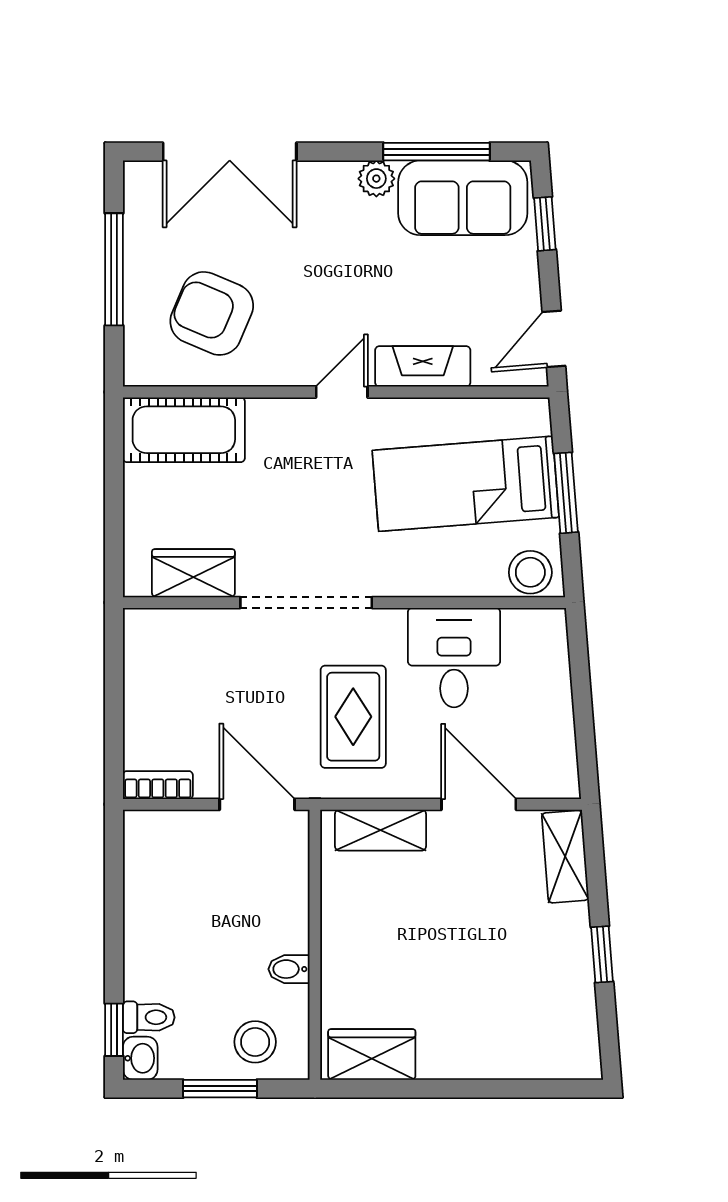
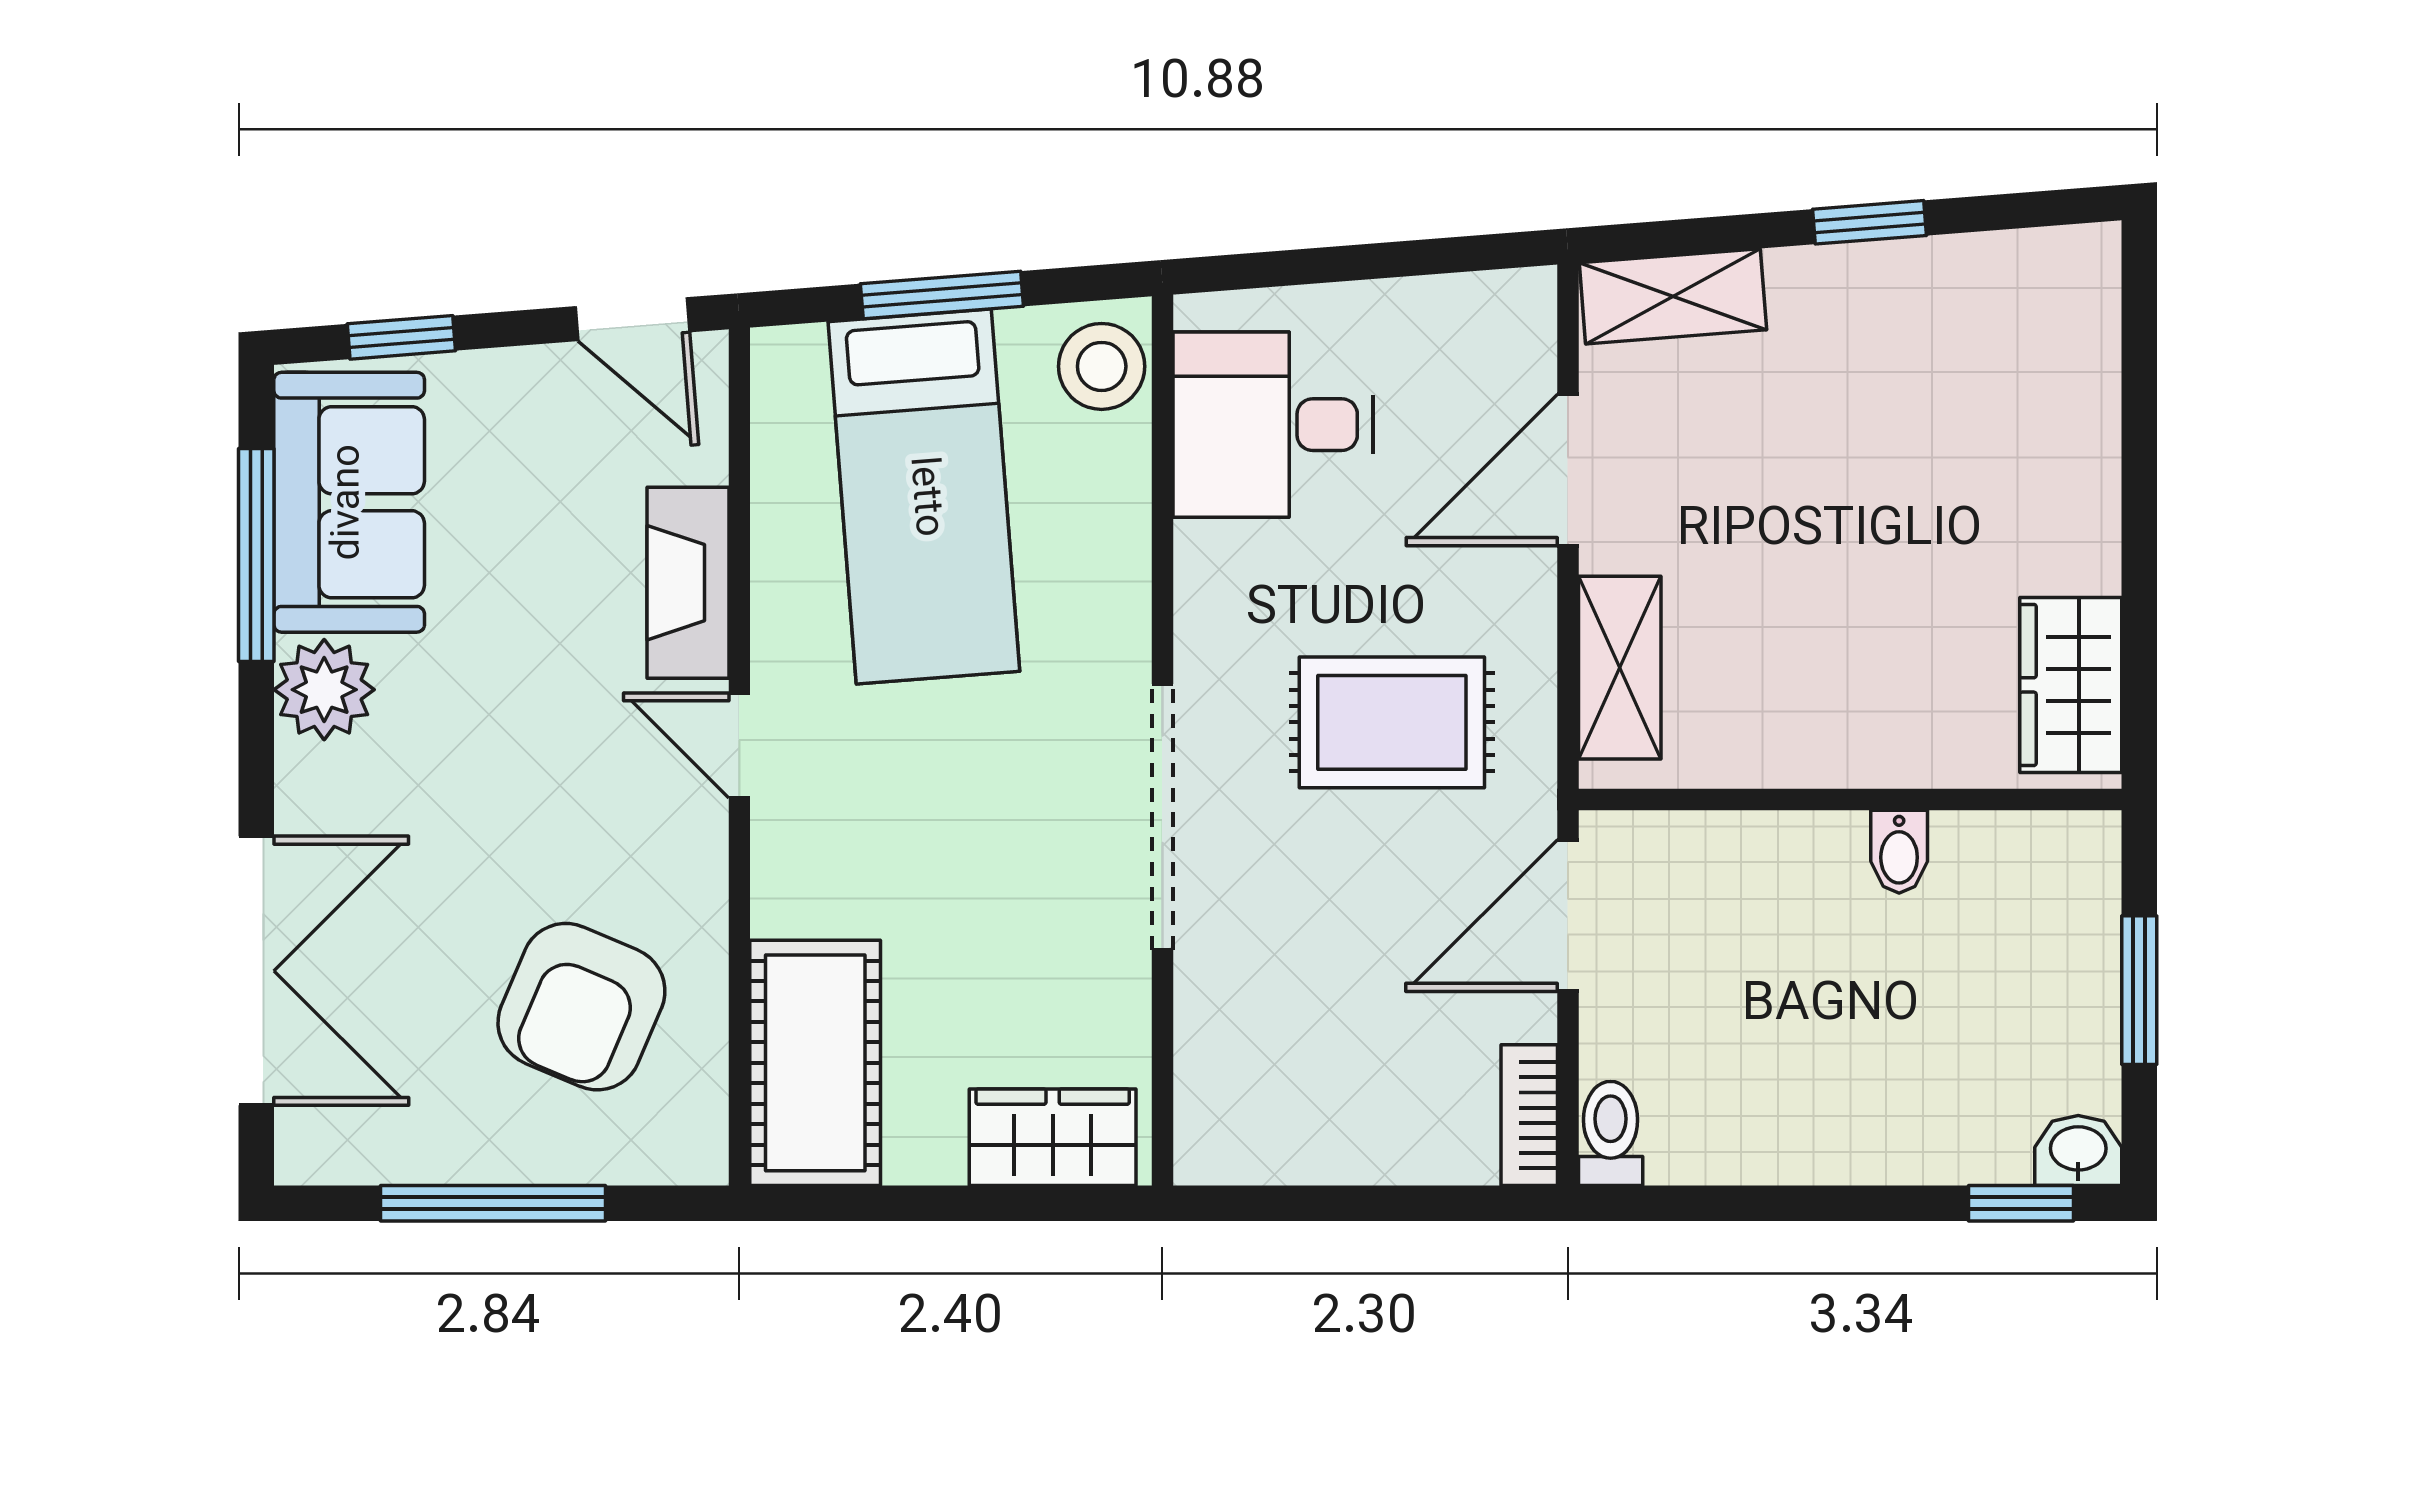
plant: (376, 179) -> (324, 690), width x1.38, depth x1.38
wardrobe: (193, 573) -> (1053, 1137), moved, turned 90
desk: (454, 658) -> (1273, 425), moved
toilet: (149, 1017) -> (1611, 1133), moved
stool: (255, 1042) -> (2046, 919), removed

